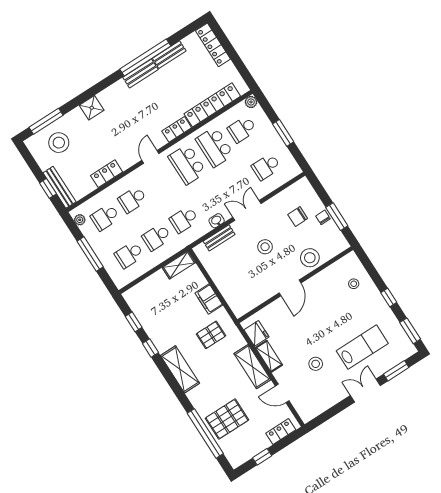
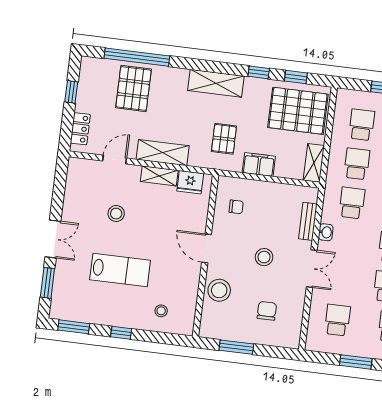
chair: (323, 217) -> (236, 207), moved
pallet: (154, 303) -> (298, 111), added
lab bench: (362, 347) -> (120, 270), moved, turned -90

